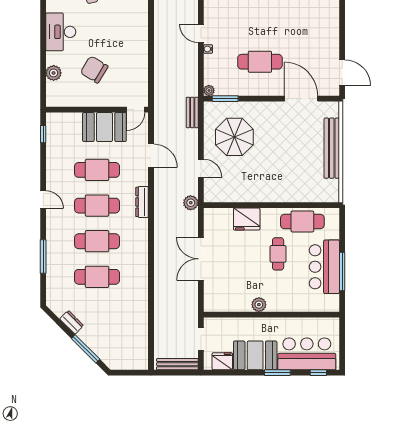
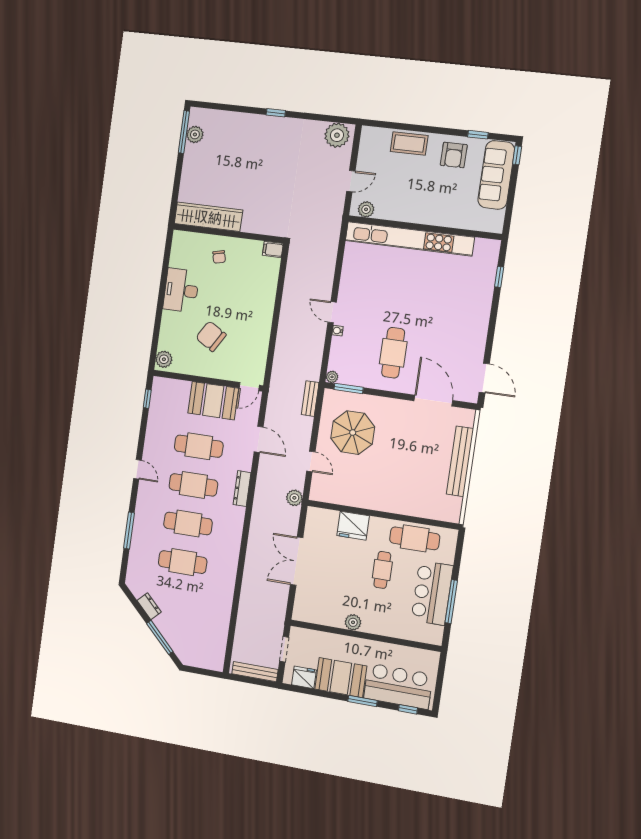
cafe table: (260, 62) -> (393, 353), turned 90
plant: (54, 73) -> (164, 359), moved

